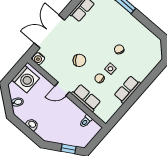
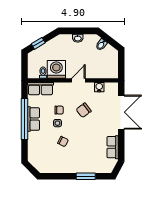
water cooler: (38, 59) -> (99, 87), moved
washing machine: (26, 79) -> (56, 69), moved, turned 90
window: (135, 96) -> (24, 119), added
row of seats: (86, 98) -> (40, 89), moved

